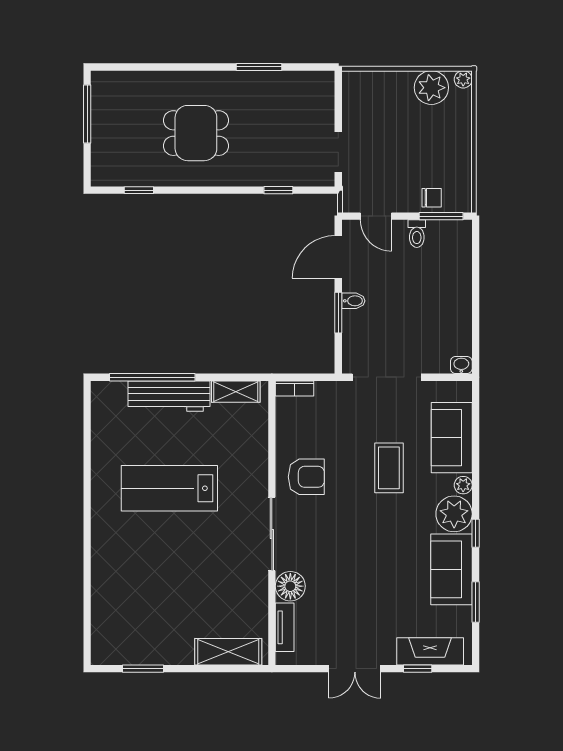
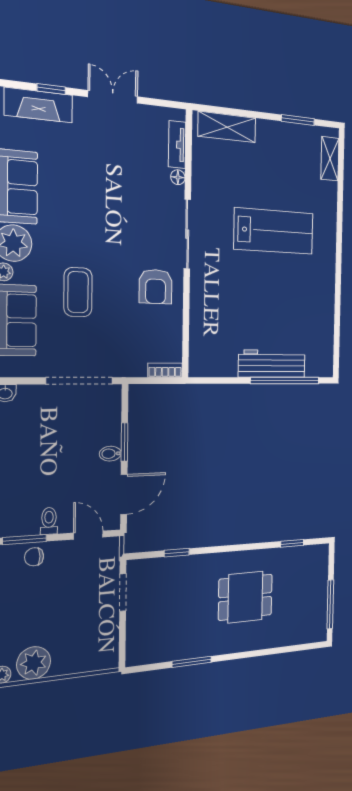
shelving: (236, 392) -> (330, 159), moved, turned 90
armchair: (306, 477) -> (156, 287), turned -90
lab bench: (169, 488) -> (274, 231), moved
floor lamp: (290, 586) -> (178, 177), width x0.53, depth x0.53

